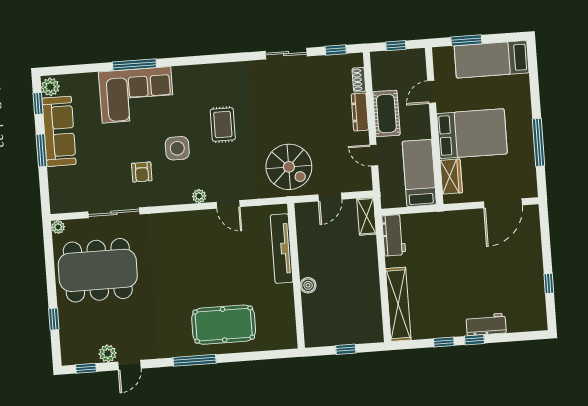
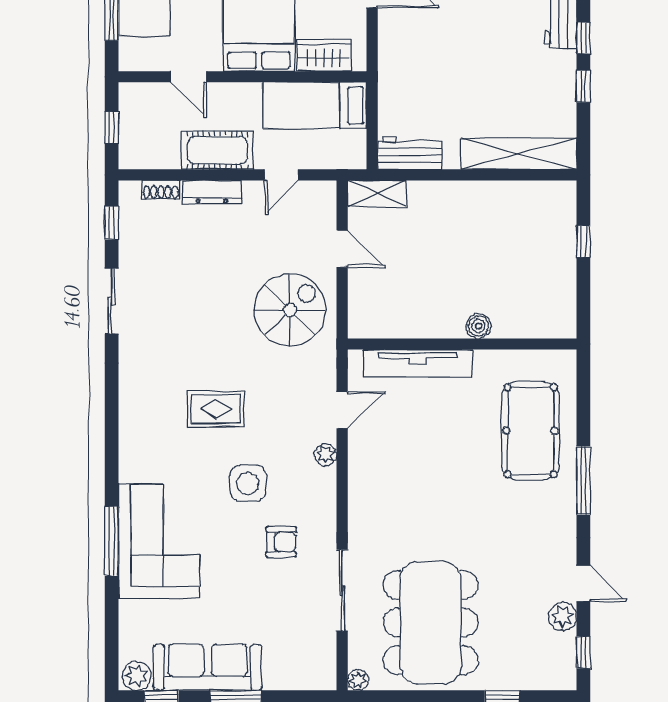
tv unit: (282, 249) -> (418, 363), moved
wall: (296, 276) -> (462, 344), moved
boiler: (308, 285) -> (479, 326), moved

